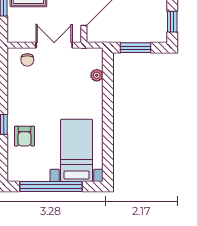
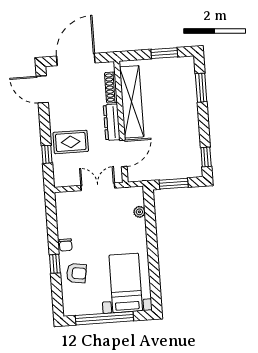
chair: (27, 60) -> (66, 245), moved
armchair: (24, 136) -> (76, 273), turned -81

